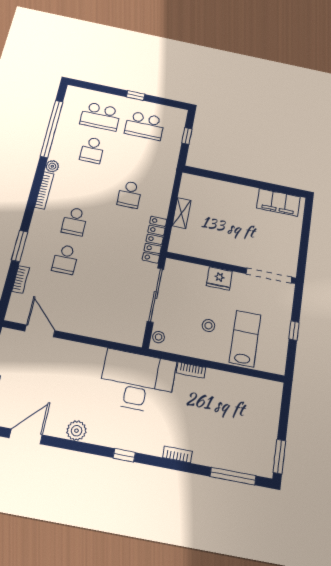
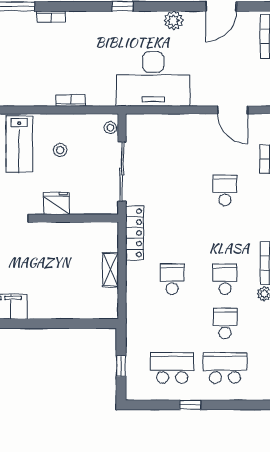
school desk: (75, 221) -> (225, 279), moved
desk: (137, 381) -> (153, 79), moved
bookcase: (177, 454) -> (51, 16), moved

